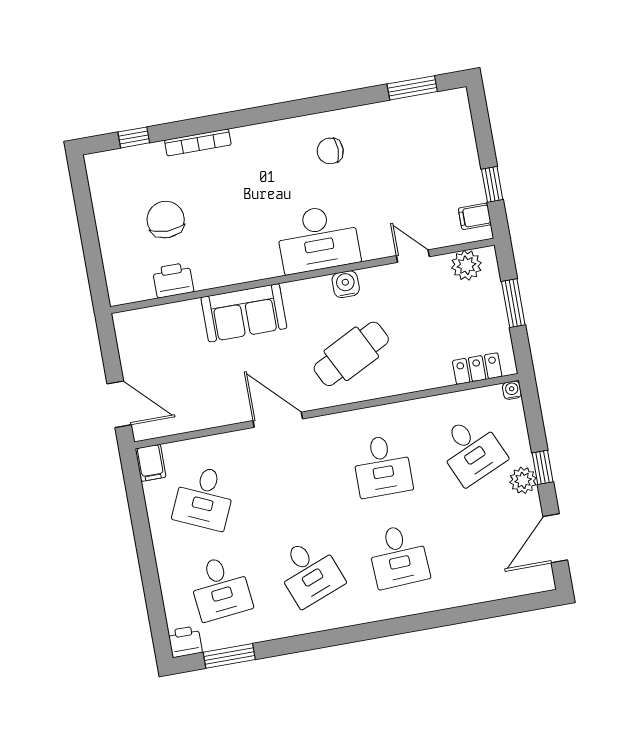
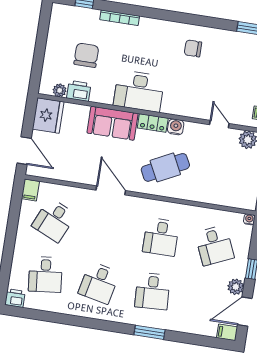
desk: (318, 239) -> (139, 91), moved
plant: (142, 290) -> (60, 90), added
fridge: (138, 336) -> (48, 116), added
locker: (477, 369) -> (153, 123), moved, turned 180
plant: (523, 480) -> (236, 287), moved
desk: (309, 572) -> (99, 283), turned 33
filing cabinet: (538, 581) -> (227, 332), added
window: (229, 656) -> (149, 332), moved

